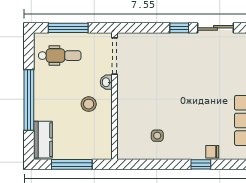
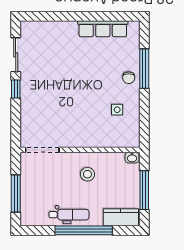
dental chair: (60, 56) -> (69, 215), moved, turned 90
washbasin: (106, 82) -> (132, 158), moved
chair: (212, 152) -> (129, 78), moved
window: (201, 164) -> (144, 69), width x2.17

